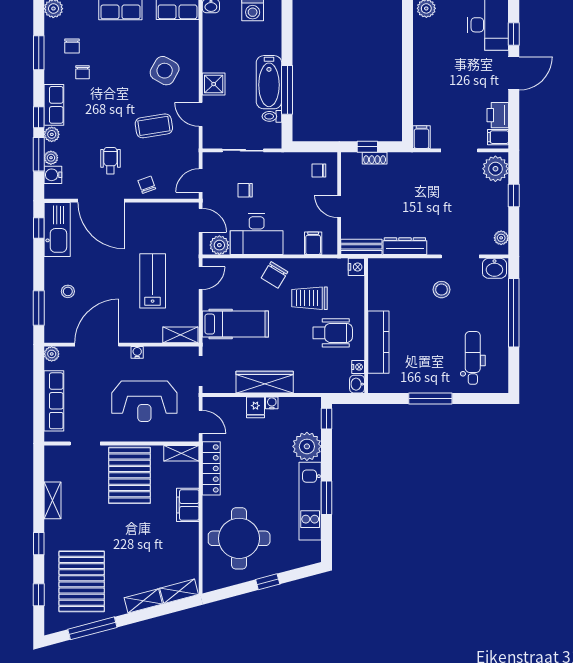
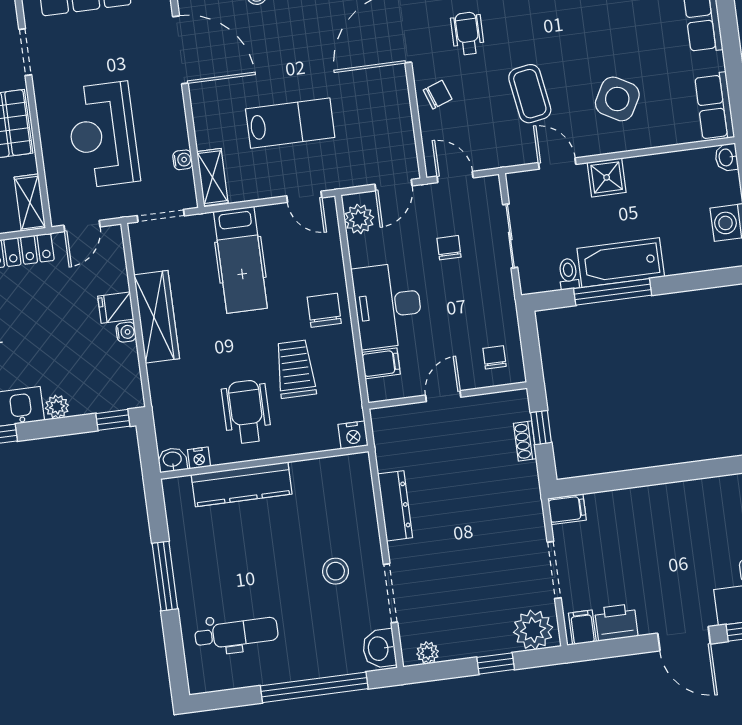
door: (201, 114) -> (557, 164), hinge flipped
wheelchair: (110, 161) -> (467, 34), turned -90
desk: (257, 234) -> (388, 305), moved
bench: (361, 247) -> (385, 439), removed
chair: (274, 275) -> (324, 310), turned 59
wheelchair: (333, 333) -> (246, 412), turned 180
water cooler: (137, 352) -> (183, 160), moved
plant: (307, 446) -> (57, 407), width x0.53, depth x0.53

